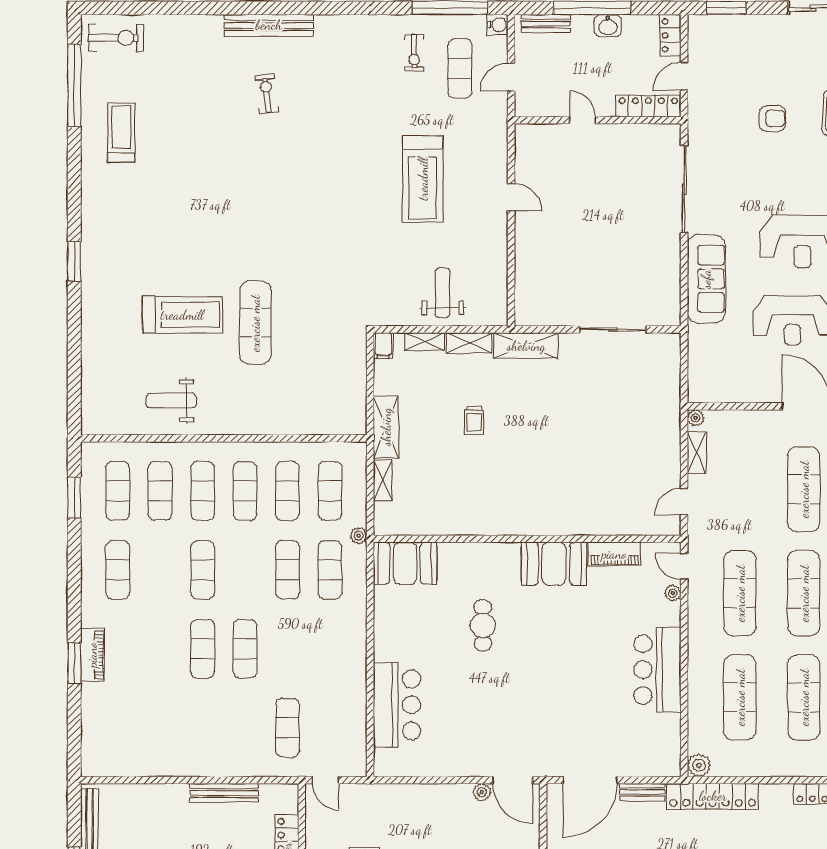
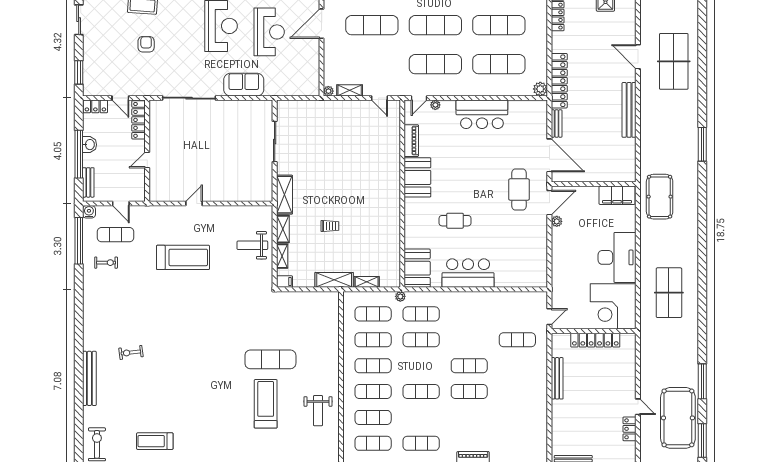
bench: (269, 25) -> (89, 378), moved
sofa: (706, 279) -> (244, 85), width x0.73
bar counter: (397, 705) -> (468, 273), moved
cafe table: (534, 730) -> (519, 190), added

